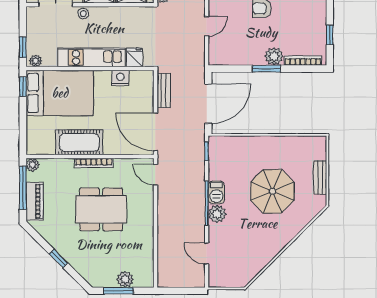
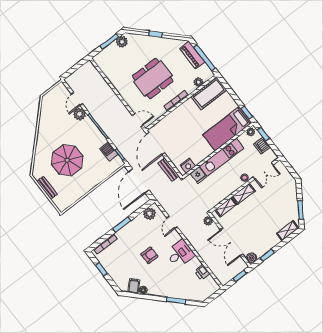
dishwasher: (35, 35) -> (262, 146), added
plant: (274, 56) -> (149, 214), moved
nightstand: (120, 78) -> (188, 166), moved
bed: (60, 93) -> (227, 129), width x0.67
door: (155, 132) -> (156, 144), swing flipped
cot: (79, 142) -> (209, 93), moved
plant: (33, 165) -> (198, 82), moved
barbecue: (216, 192) -> (109, 152), moved
plant: (217, 214) -> (80, 114), moved
door: (207, 254) -> (77, 99), swing flipped
plant: (125, 279) -> (122, 42), moved

